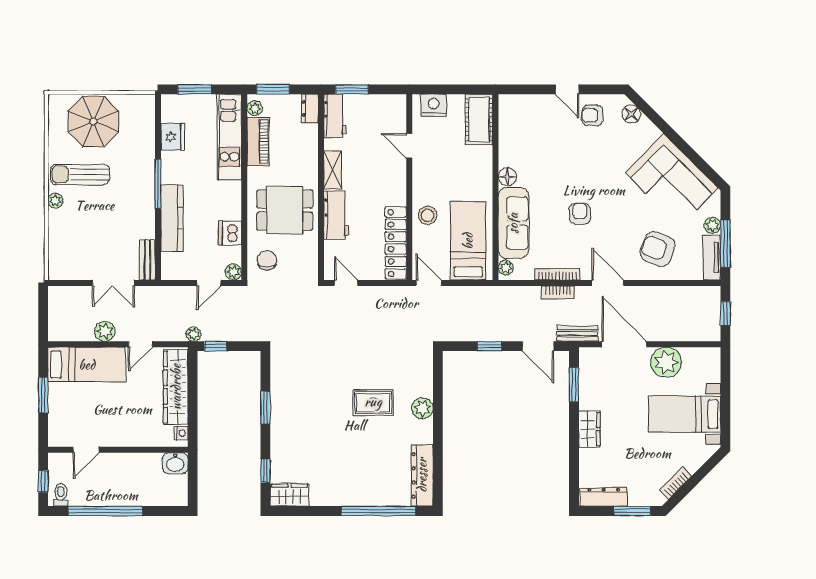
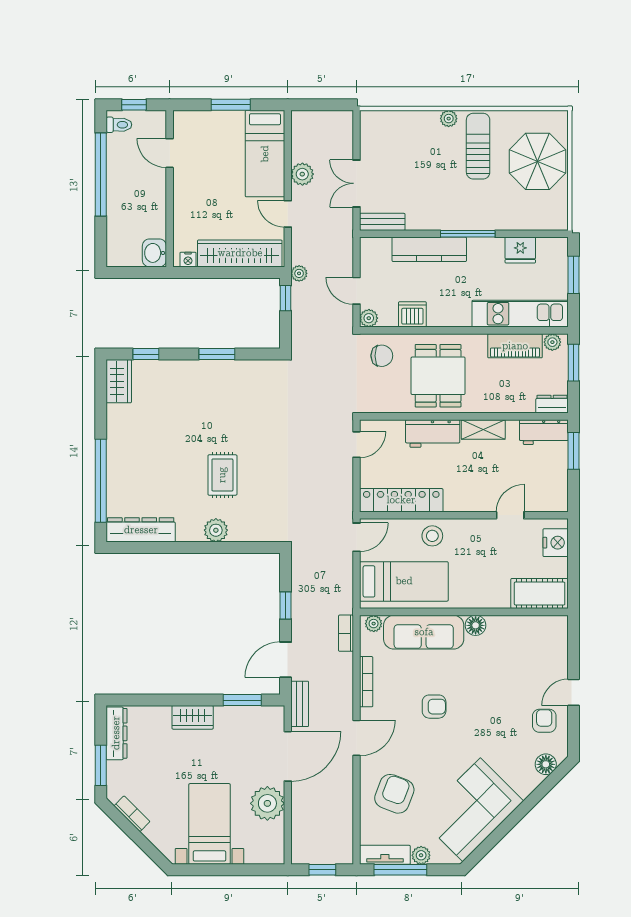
bookcase: (558, 292) -> (346, 633), moved

